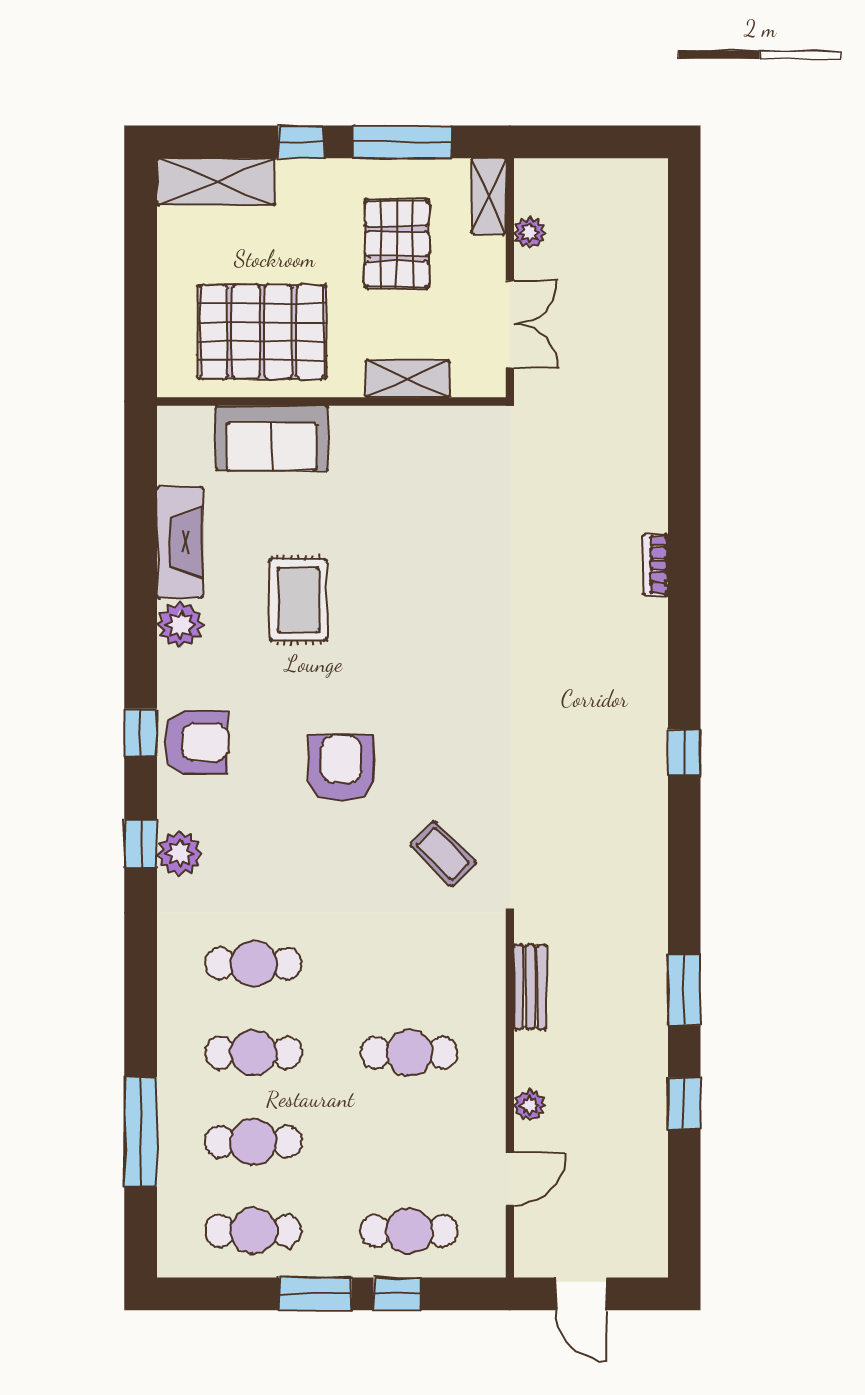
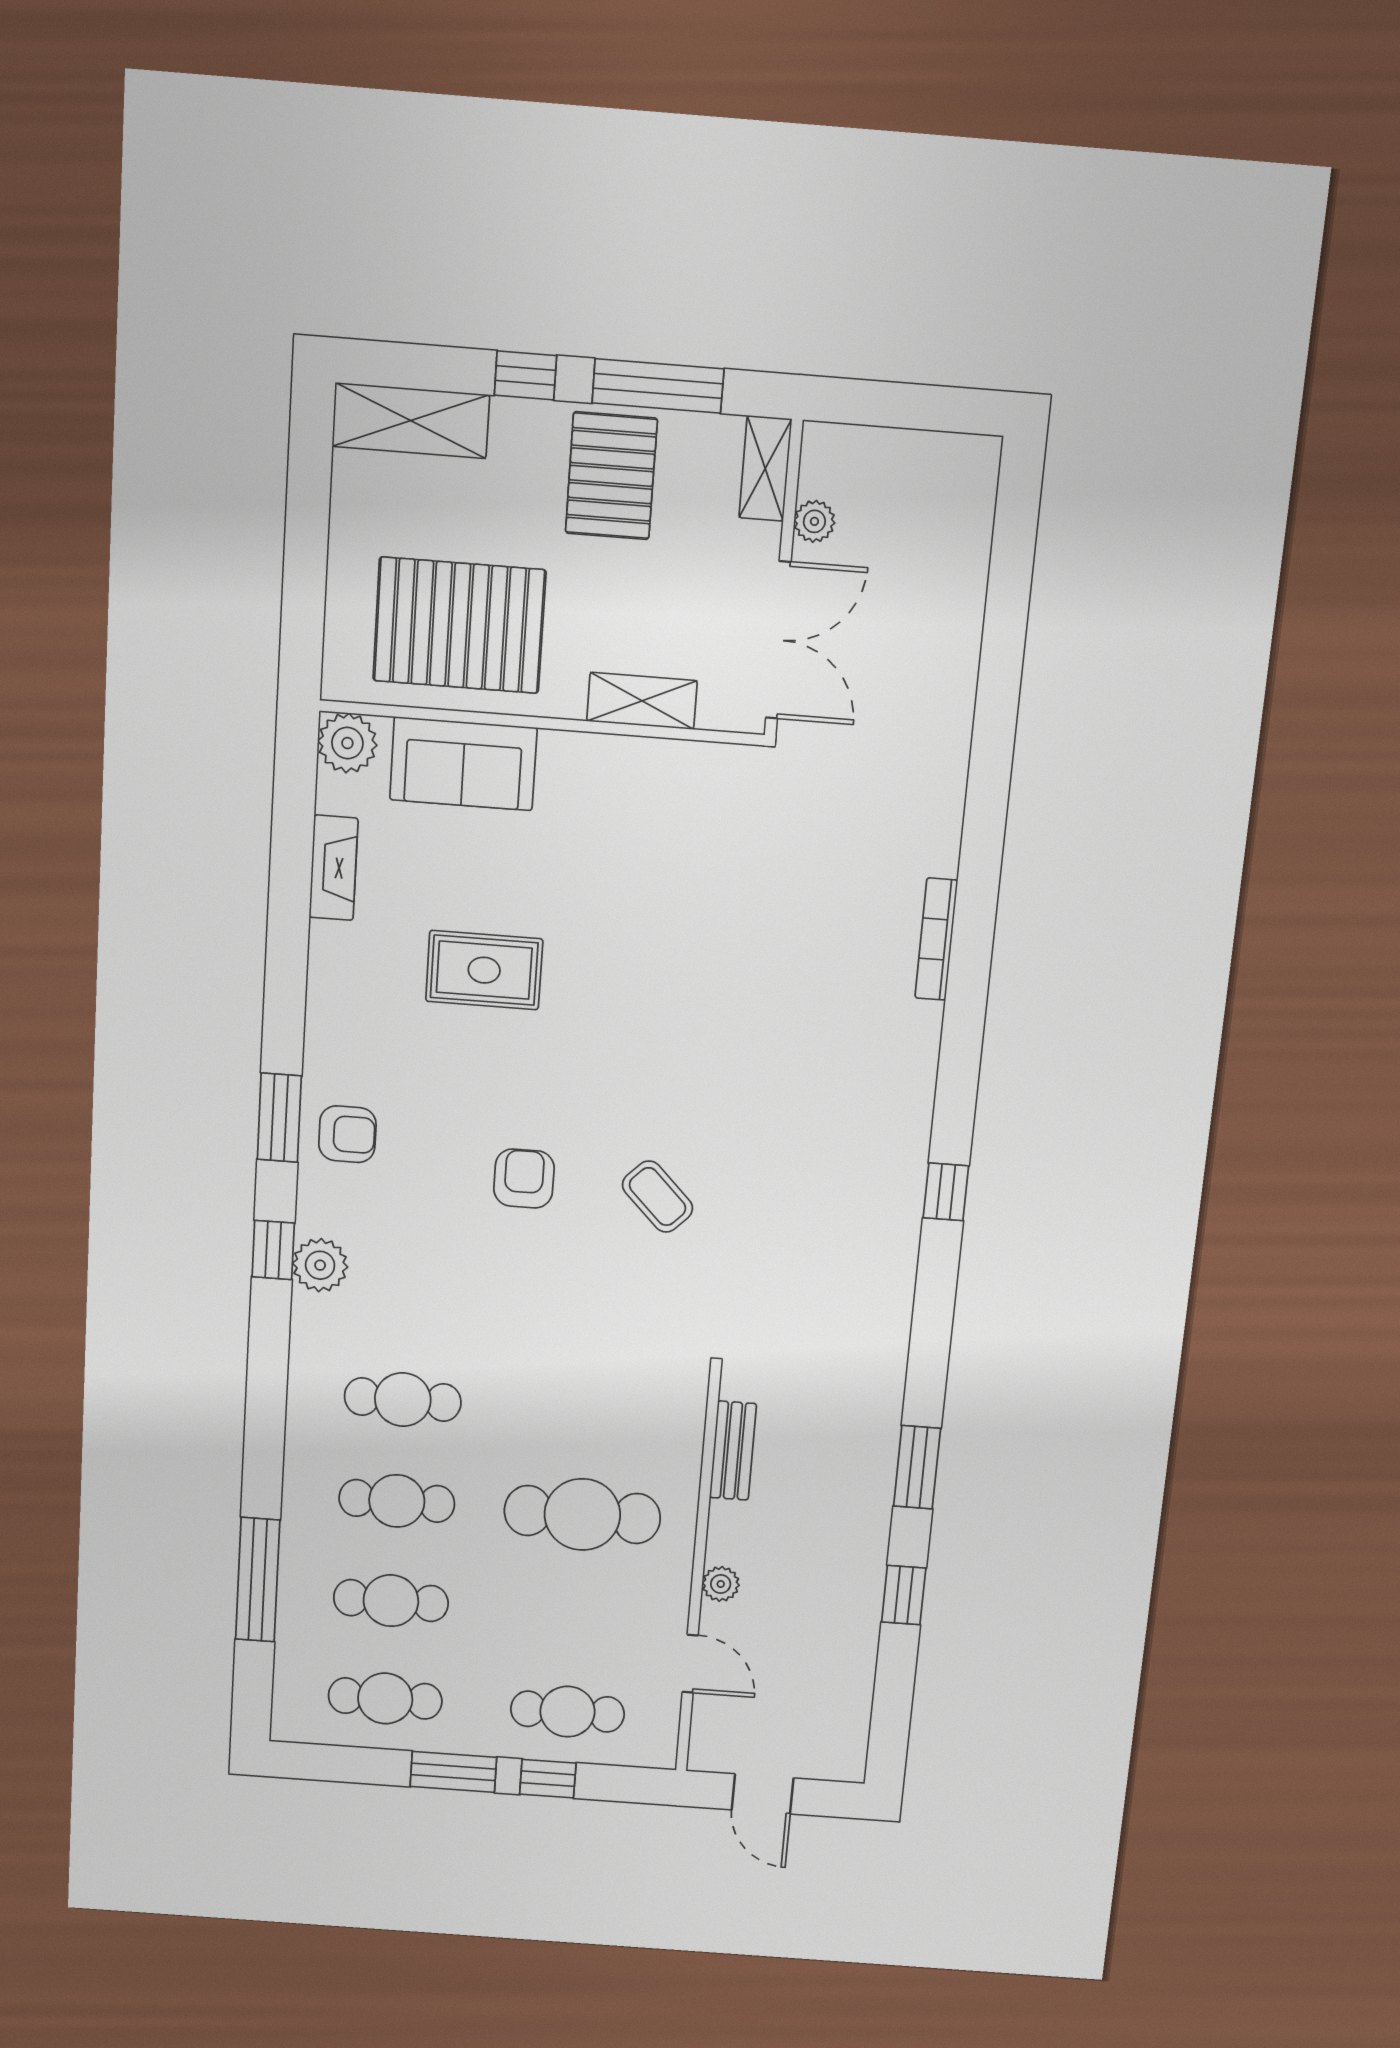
pallet: (397, 244) -> (611, 476), moved
double door: (510, 324) -> (778, 640), width x1.37
fireplace: (180, 542) -> (334, 868), width x0.73, depth x0.76
bookcase: (656, 565) -> (936, 939), width x1.56
rug: (298, 600) -> (484, 970), turned 90
plant: (180, 625) -> (347, 743), moved
window: (141, 733) -> (279, 1118), width x1.50
armchair: (196, 742) -> (347, 1134), width x0.72, depth x0.72
armchair: (341, 768) -> (524, 1178), width x0.72, depth x0.72
coffee table: (443, 854) -> (658, 1197), moved
cafe table: (409, 1053) -> (582, 1514), width x1.37, depth x1.35
door: (510, 1179) -> (690, 1664), hinge flipped

